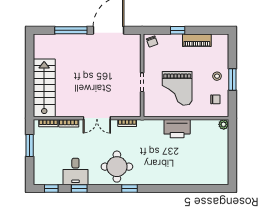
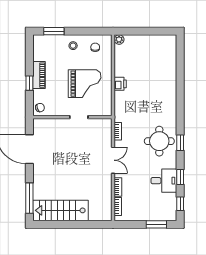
window: (71, 30) -> (29, 198), moved
piano: (197, 40) -> (39, 75), moved
window: (232, 80) -> (54, 31), moved
stairs: (44, 88) -> (60, 210), moved
printer: (177, 129) -> (120, 84), width x0.53, depth x0.68
window: (30, 146) -> (156, 224), moved
window: (130, 189) -> (180, 143), moved

